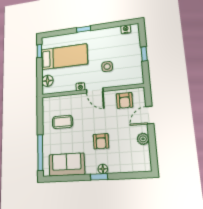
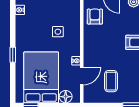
bed: (64, 57) -> (41, 77), width x1.50
door: (95, 91) -> (82, 76), moved
armchair: (125, 100) -> (95, 17), turned -90

